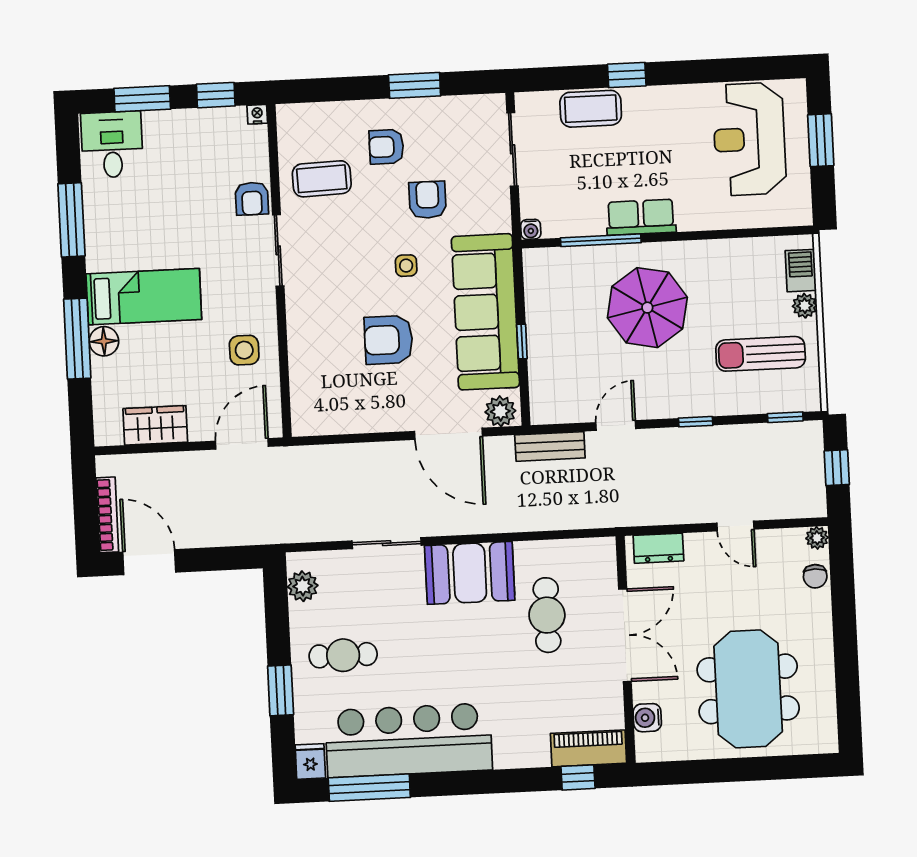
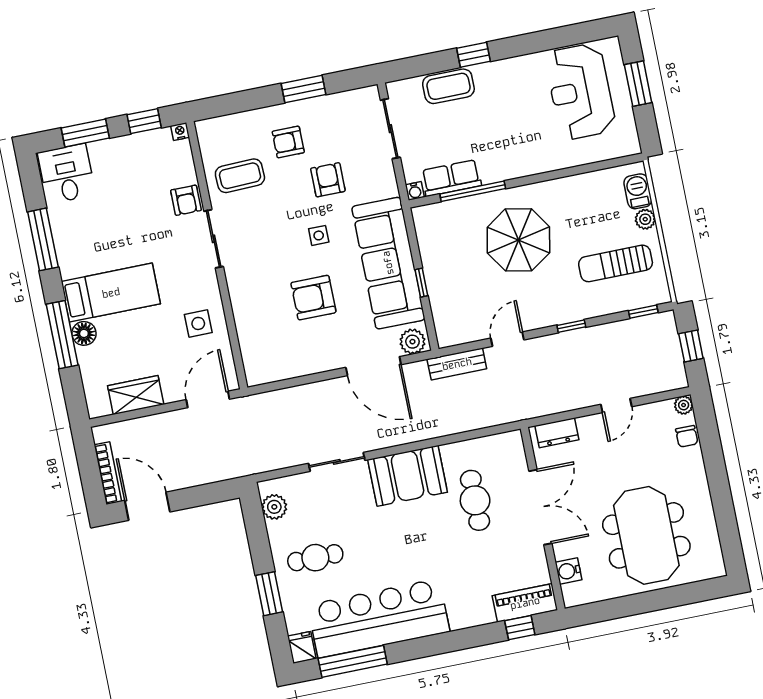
row of seats: (641, 217) -> (451, 178), moved
door: (735, 526) -> (616, 406), hinge flipped

